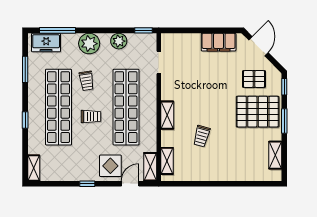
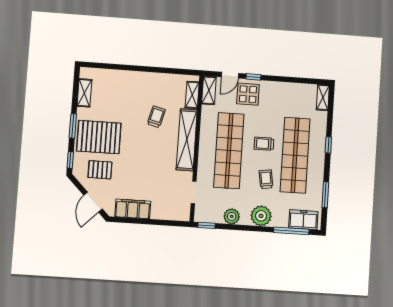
shelving: (167, 115) -> (187, 140), width x2.20, depth x1.33
window: (87, 184) -> (253, 77), moved

